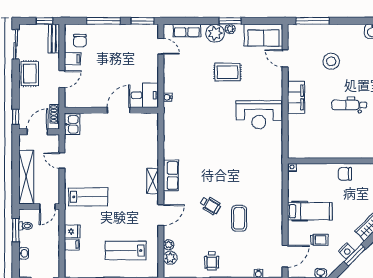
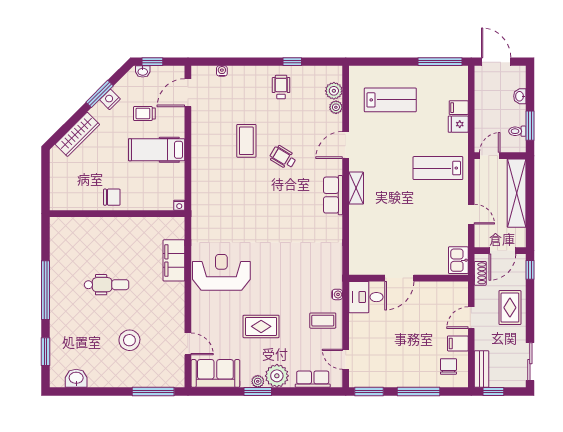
rug: (30, 74) -> (510, 308), moved
coffee table: (179, 77) -> (323, 321), added
filing cabinet: (296, 97) -> (174, 260), moved

